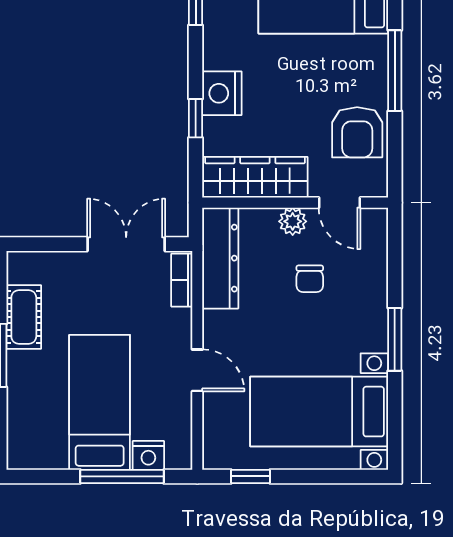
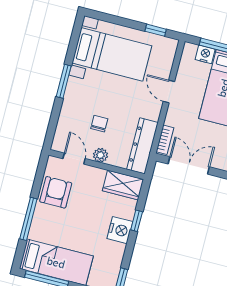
wardrobe: (255, 177) -> (123, 185), width x0.67
double door: (126, 244) -> (189, 165), swing flipped

